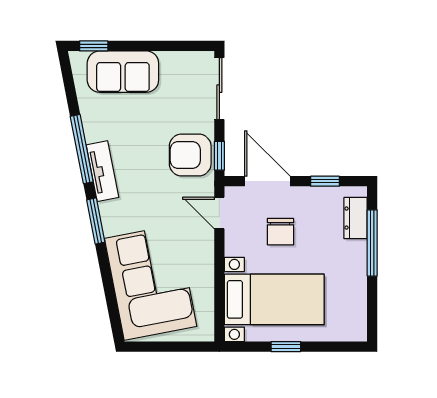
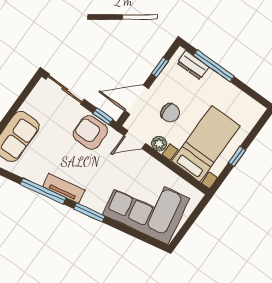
armchair: (190, 155) -> (90, 132), turned 90
plant: (235, 245) -> (159, 144), added

